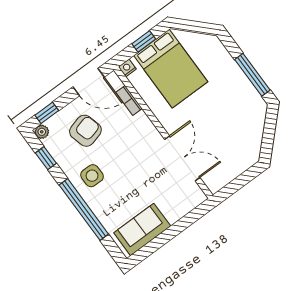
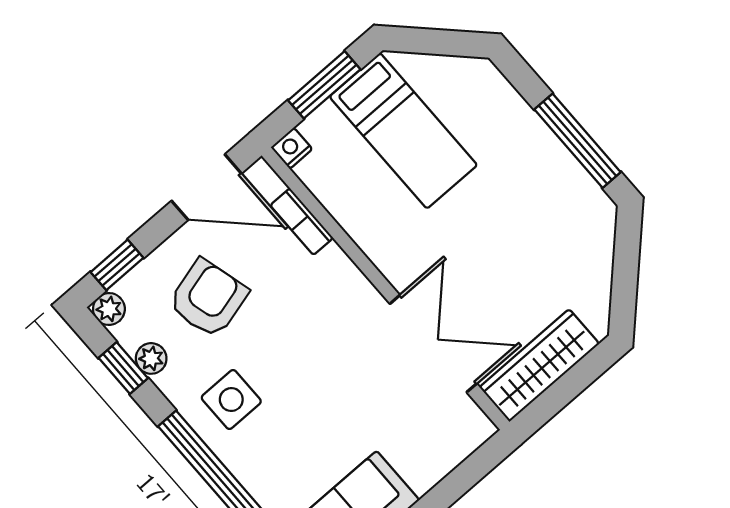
window: (144, 41) -> (324, 85), width x1.50
bed: (171, 69) -> (403, 131), width x0.67
plant: (58, 155) -> (151, 358), added
wardrobe: (228, 172) -> (539, 365), added

